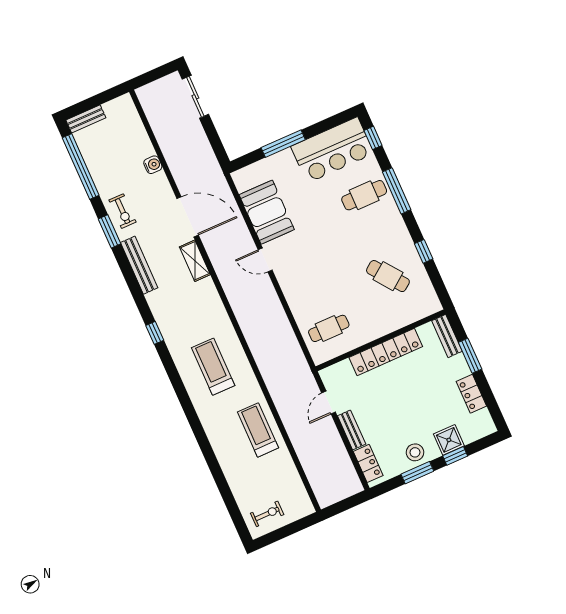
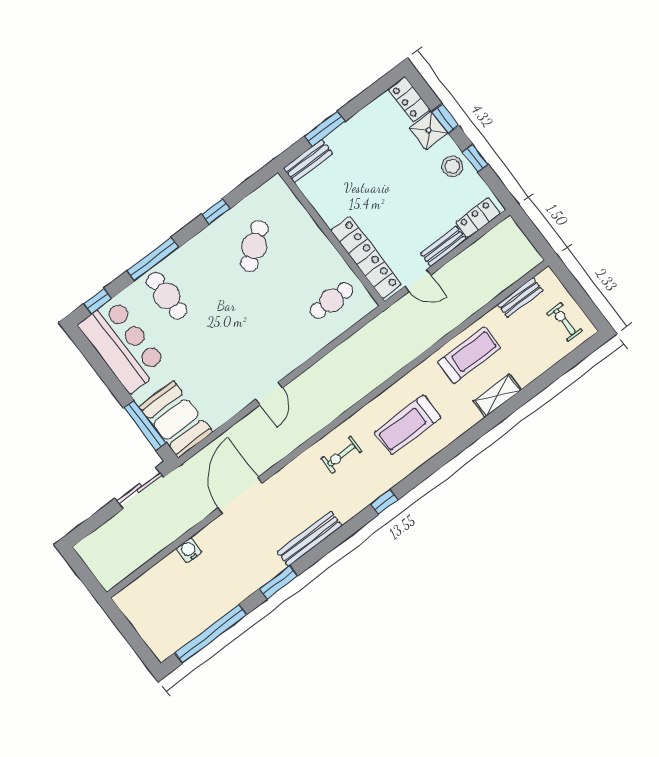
sliding door: (195, 97) -> (139, 488), moved
bench: (86, 119) -> (520, 298), moved, turned 90
window: (283, 144) -> (145, 425), moved
exercise bike: (123, 211) -> (341, 455), moved, turned 180
booth: (267, 212) -> (176, 419), moved, turned 90
shelving: (195, 261) -> (497, 396), moved
cafe table: (329, 328) -> (332, 301), turned 90
locker: (386, 352) -> (366, 257), moved
locker: (471, 394) -> (409, 99), moved, turned 90
treadmill: (258, 430) -> (469, 355), turned 180
window: (417, 473) -> (475, 158), width x0.67

